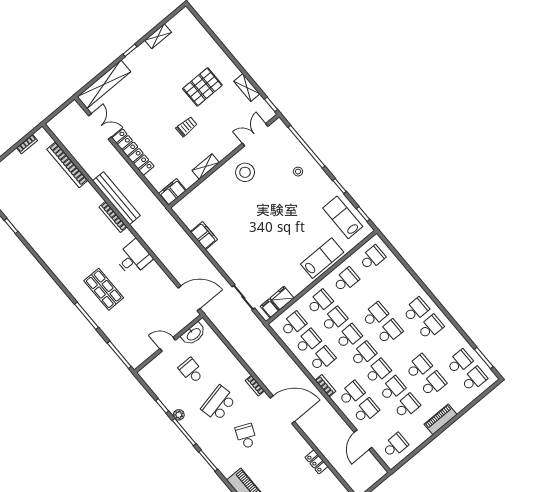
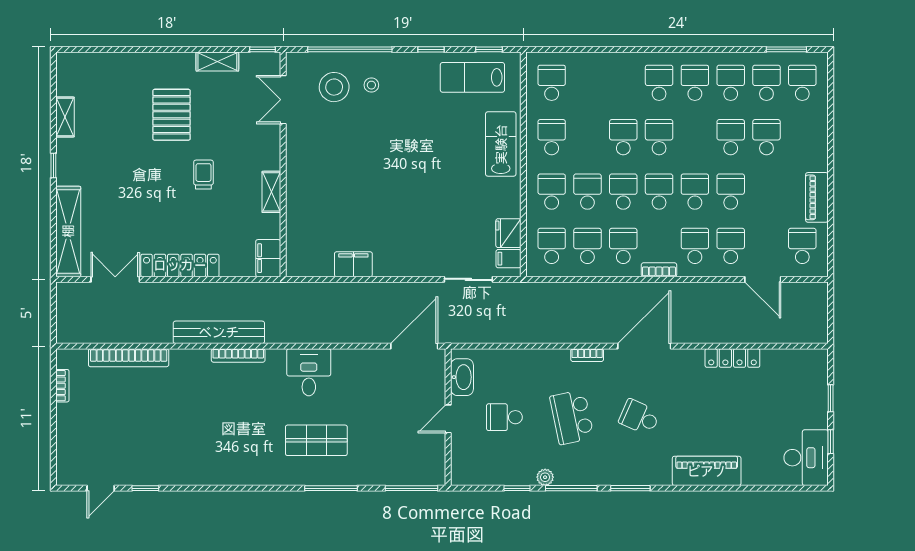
stool: (245, 172) -> (334, 87), moved
school desk: (407, 406) -> (731, 83), moved
piano: (441, 419) -> (817, 197), moved
locker: (316, 462) -> (732, 358), width x1.53

